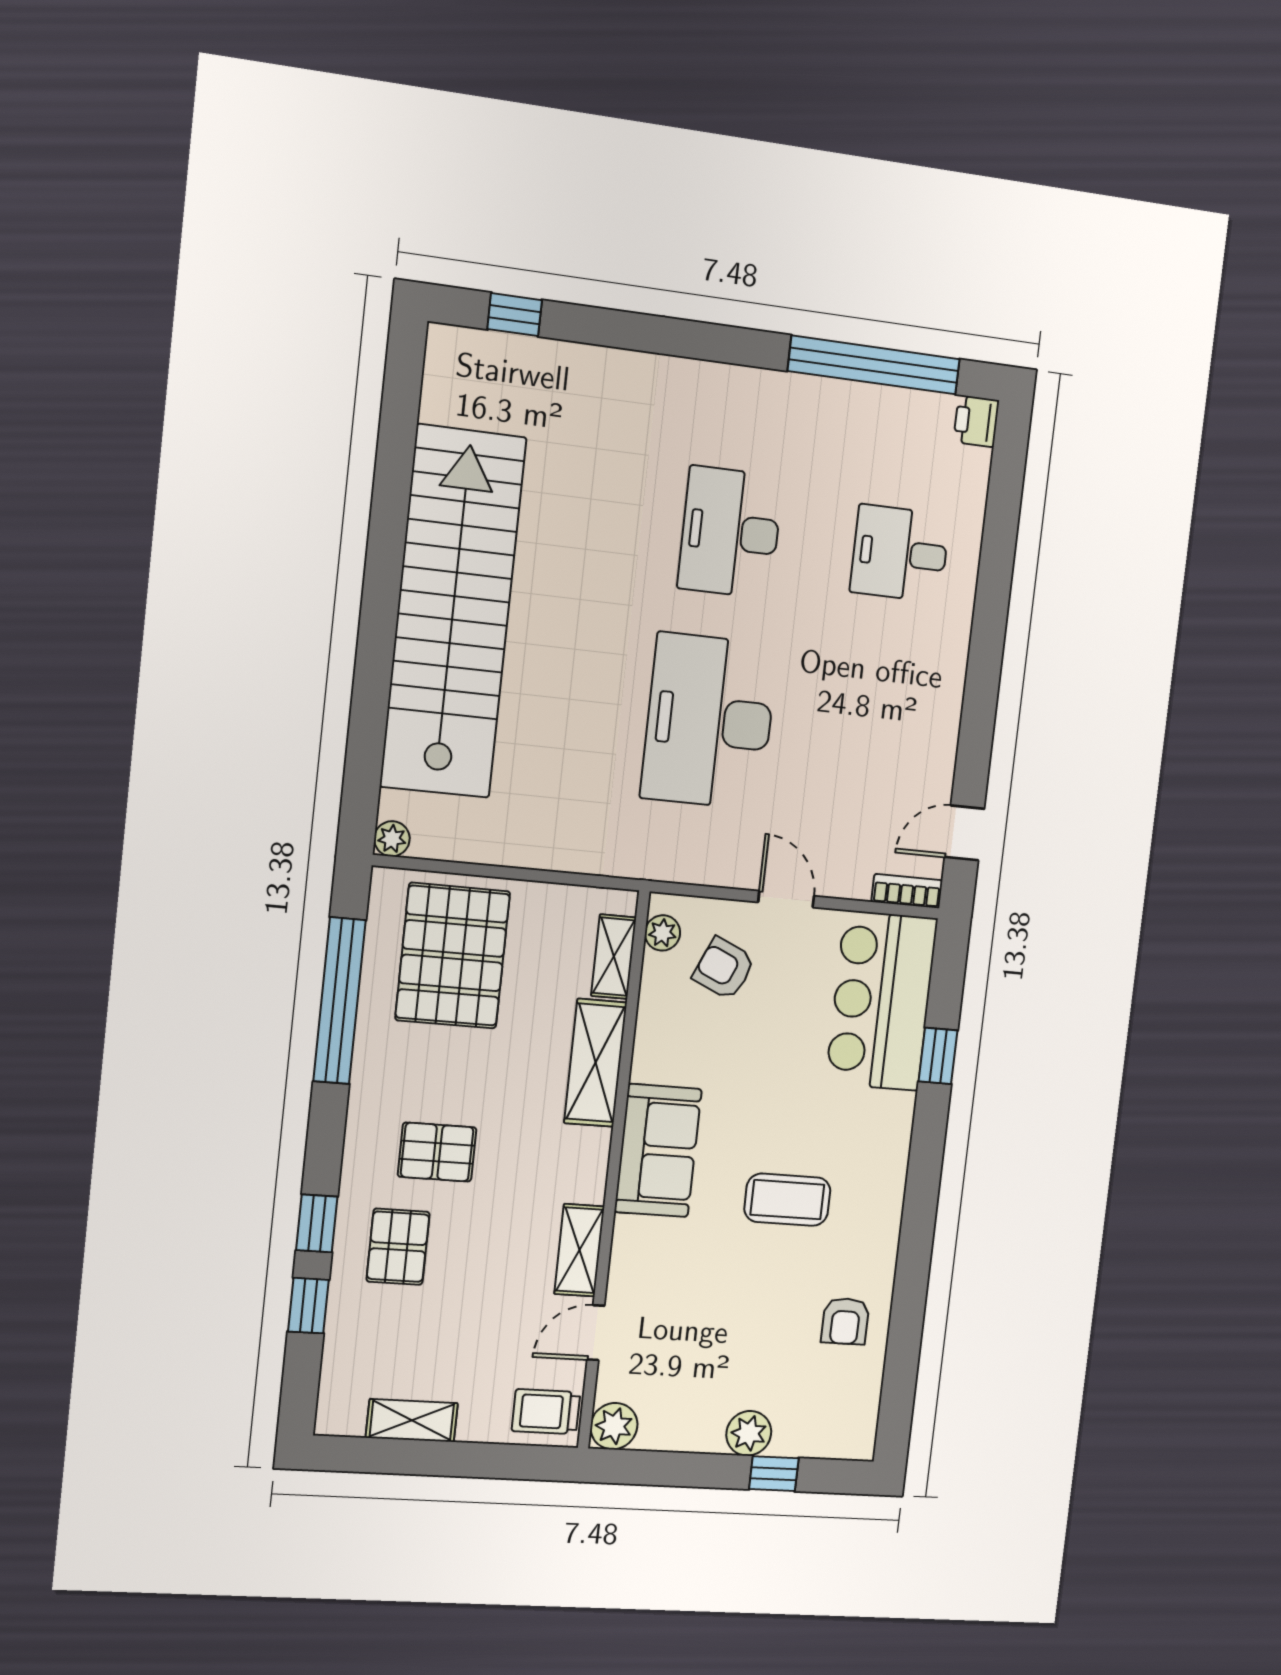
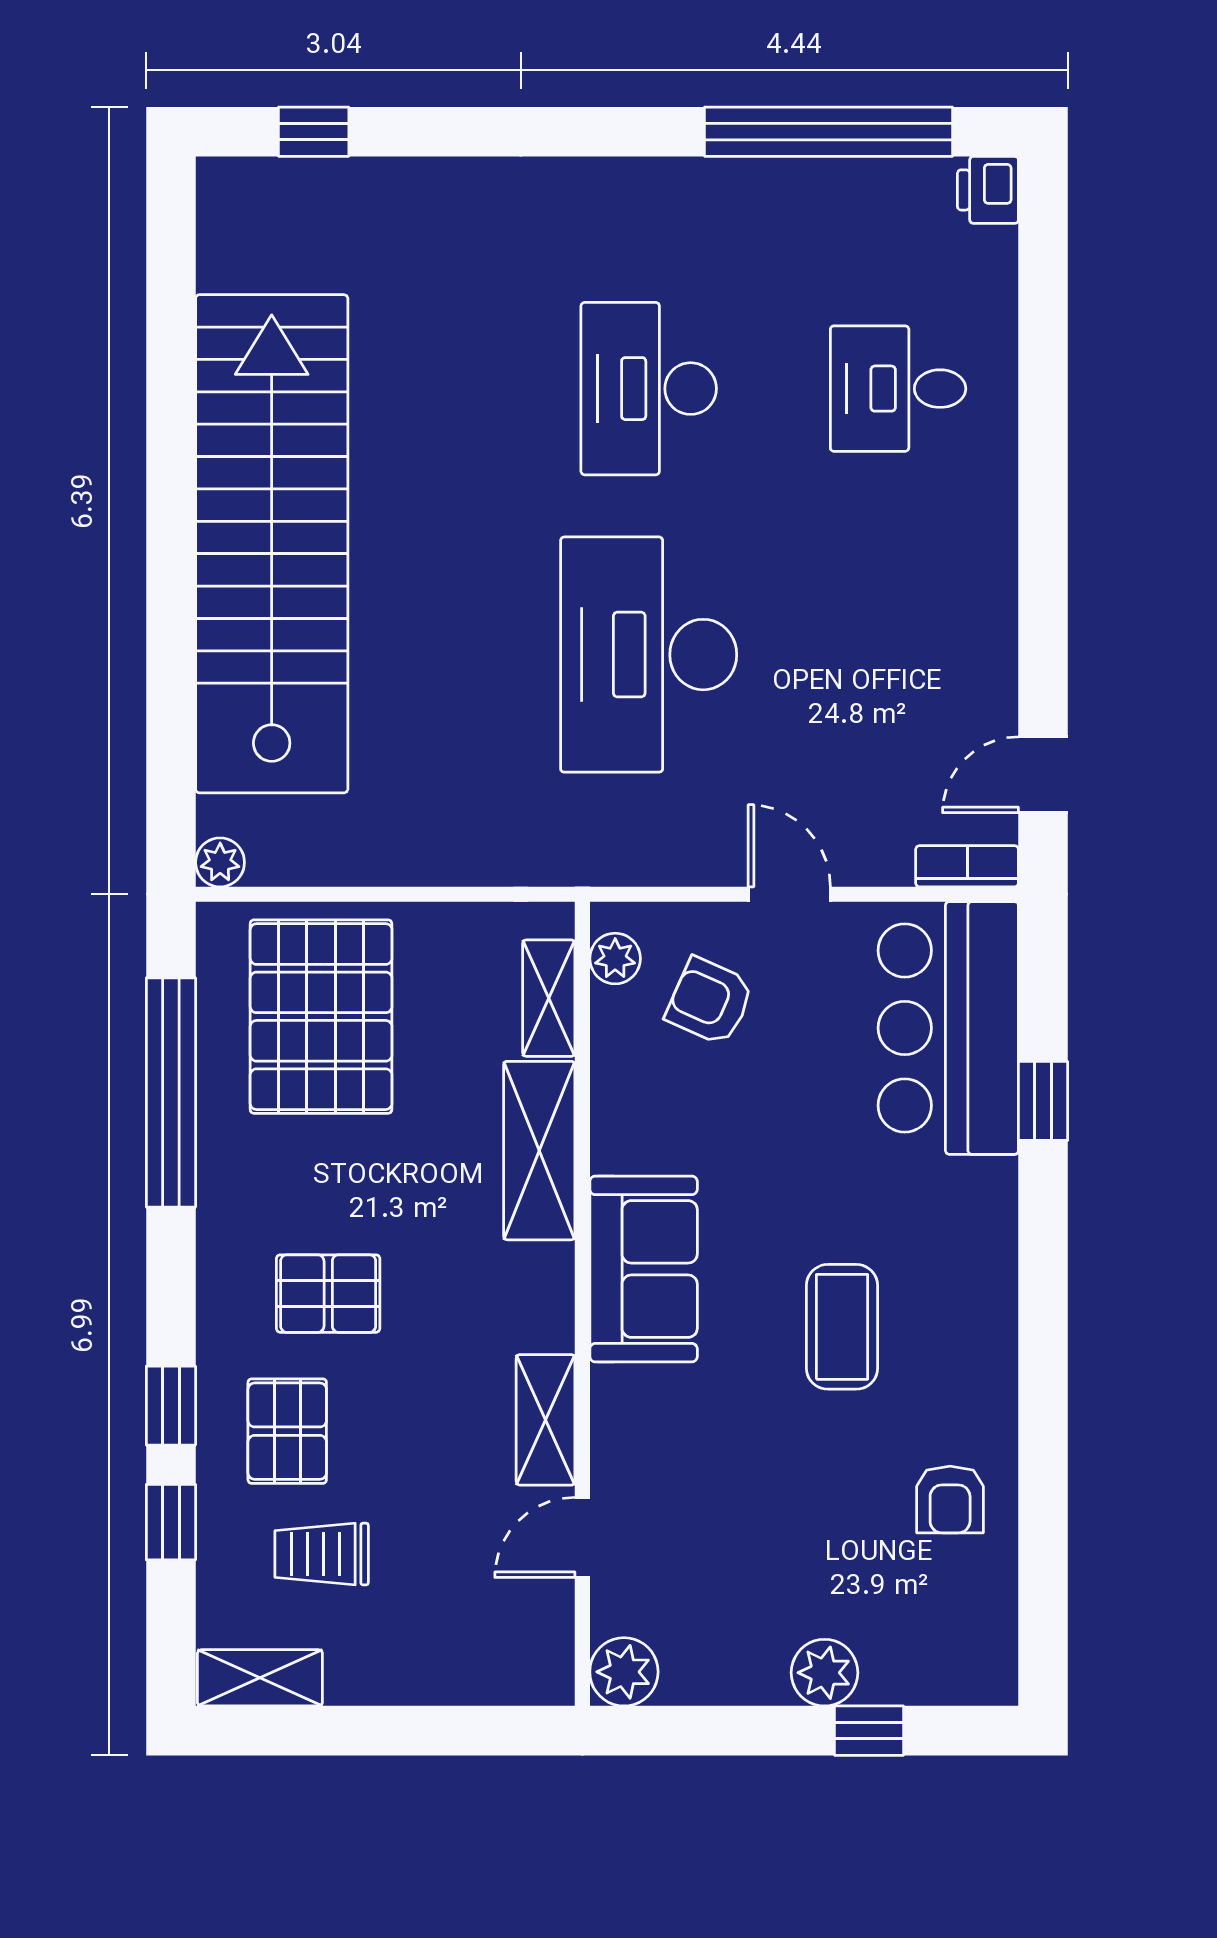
coffee table: (787, 1200) -> (842, 1327), turned 90
trolley: (546, 1412) -> (322, 1554), moved
shelving: (412, 1420) -> (260, 1678), moved

